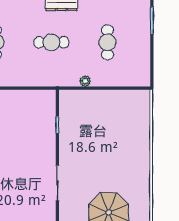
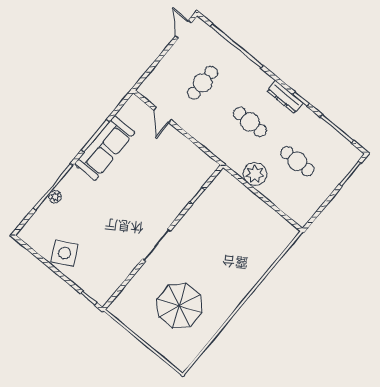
cafe table: (108, 42) -> (297, 161), turned 90
plant: (85, 81) -> (255, 174), width x1.87, depth x1.87

